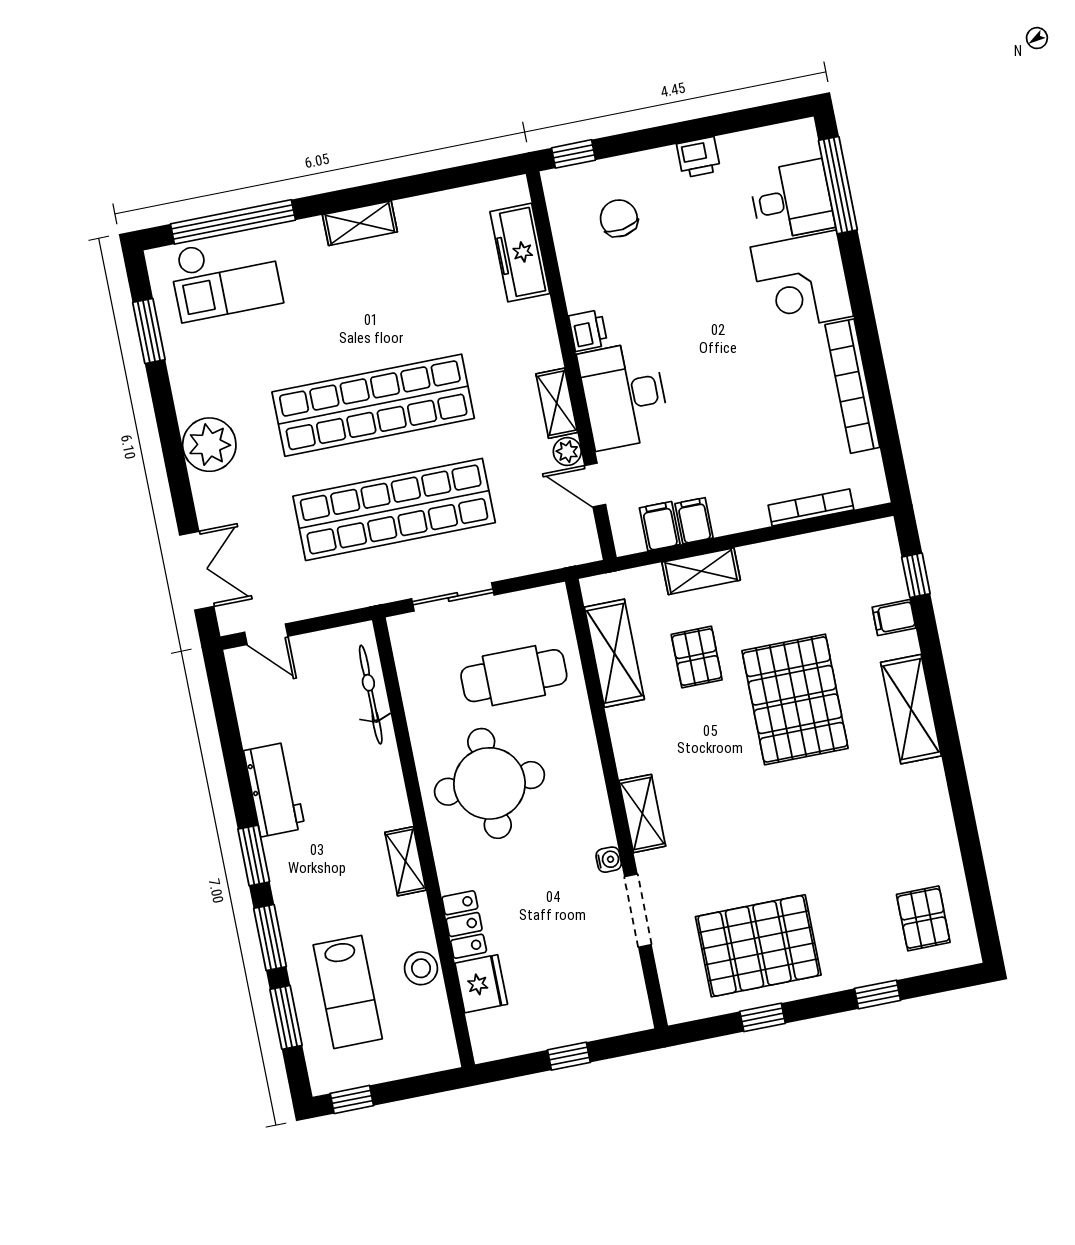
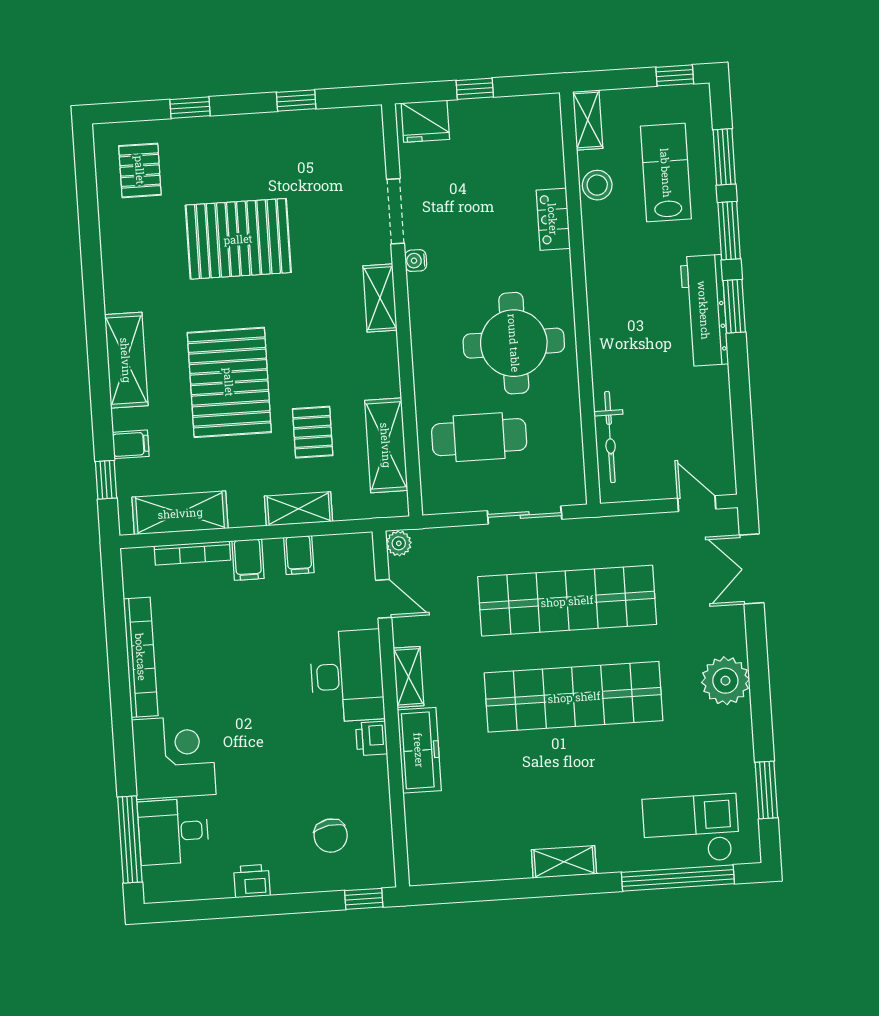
freezer: (520, 253) -> (419, 750), moved
plant: (567, 452) -> (399, 543), moved
filing cabinet: (660, 526) -> (248, 560), moved
shelving: (830, 550) -> (180, 513), added
workbench: (274, 789) -> (704, 310), moved, width x1.37
shelving: (405, 861) -> (588, 120), moved
pallet: (758, 946) -> (238, 239), moved
fridge: (481, 984) -> (425, 121), moved, turned -90

